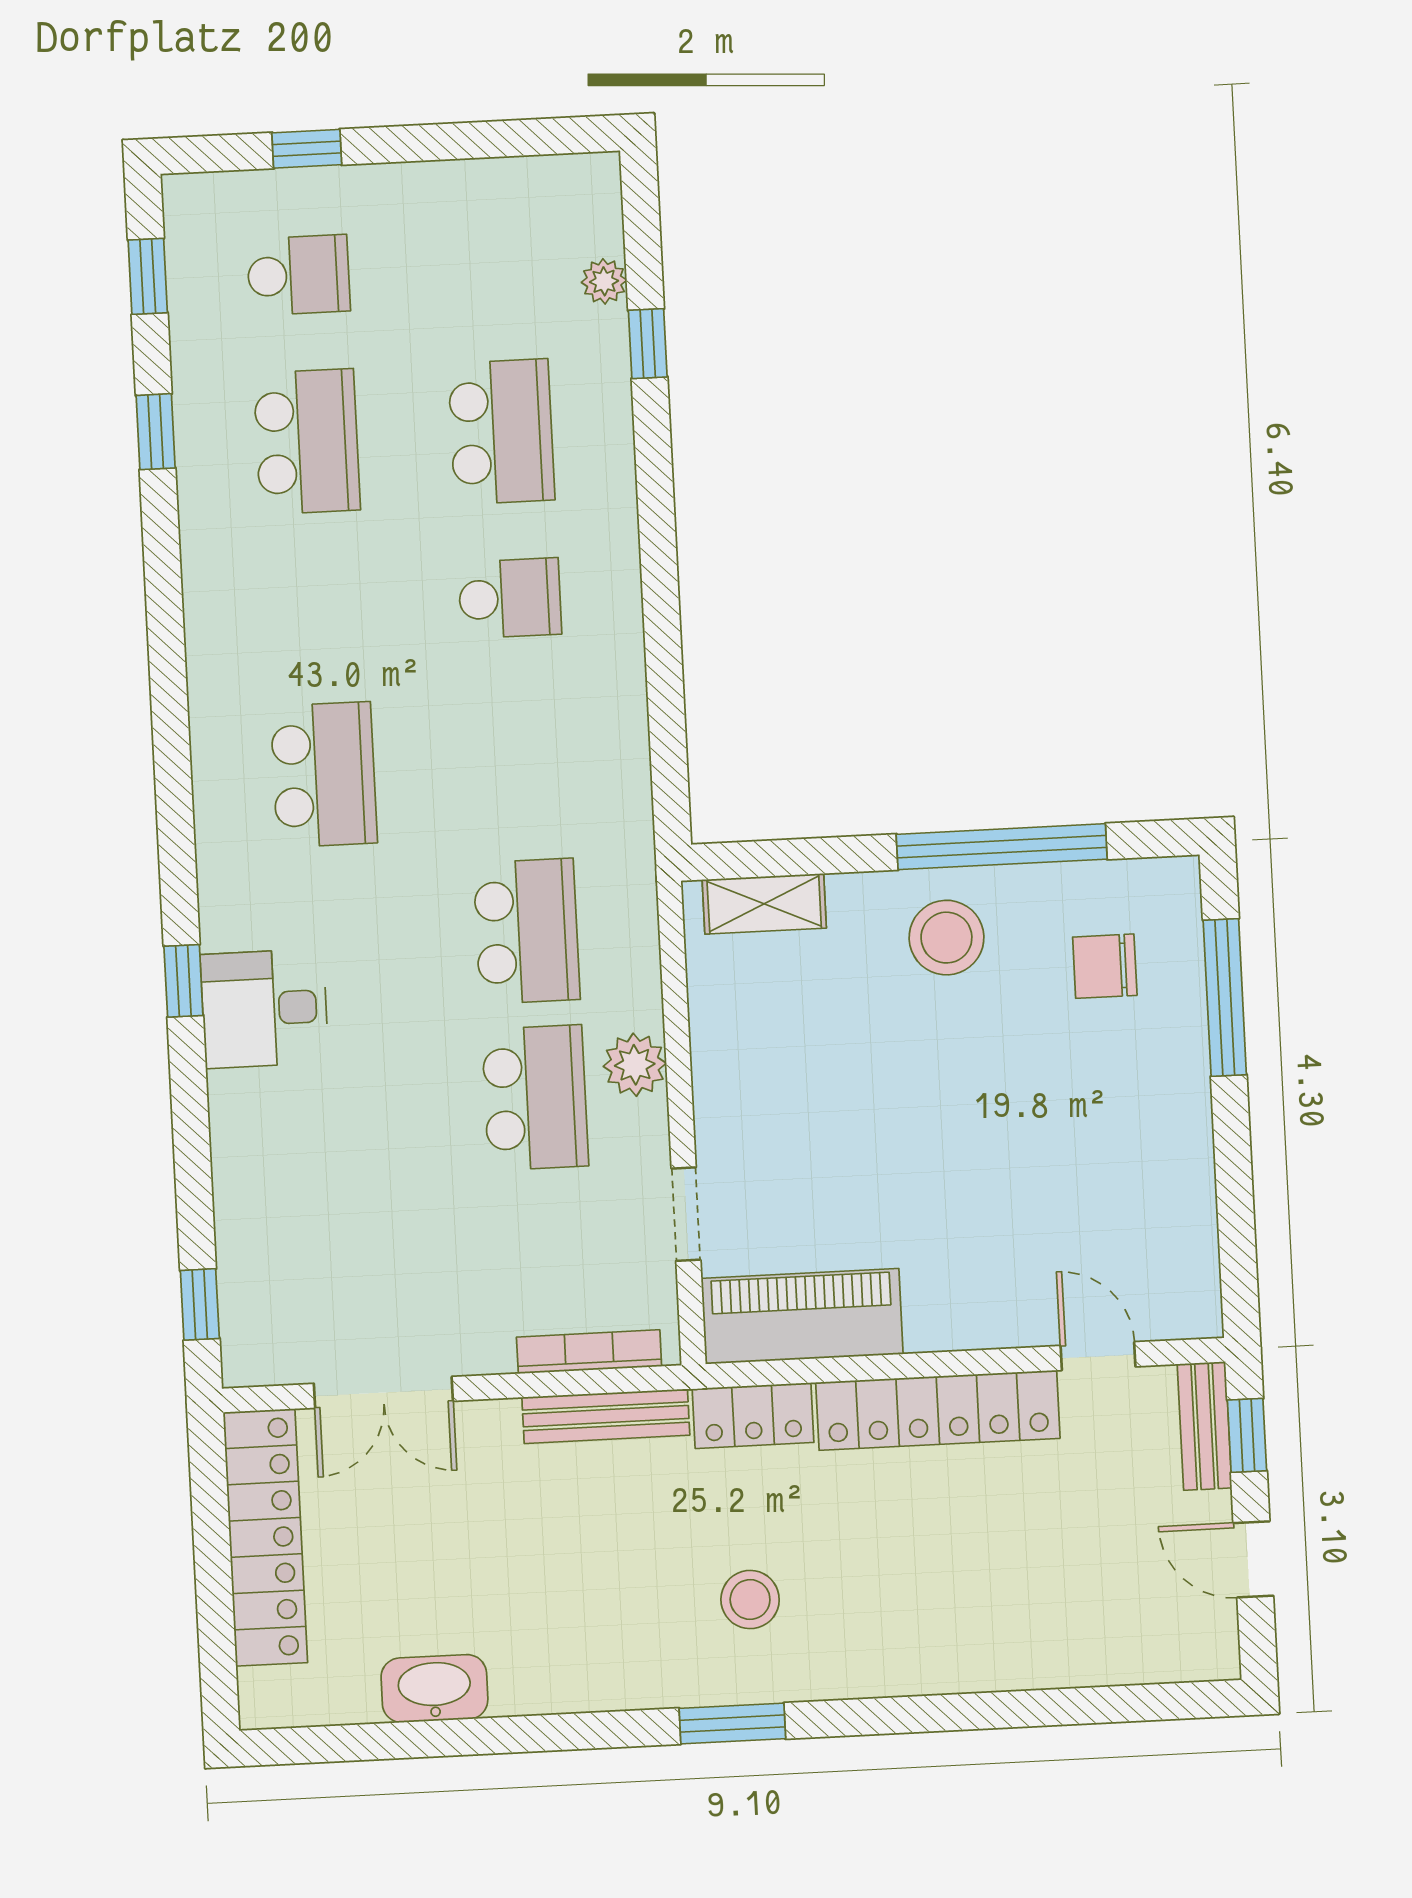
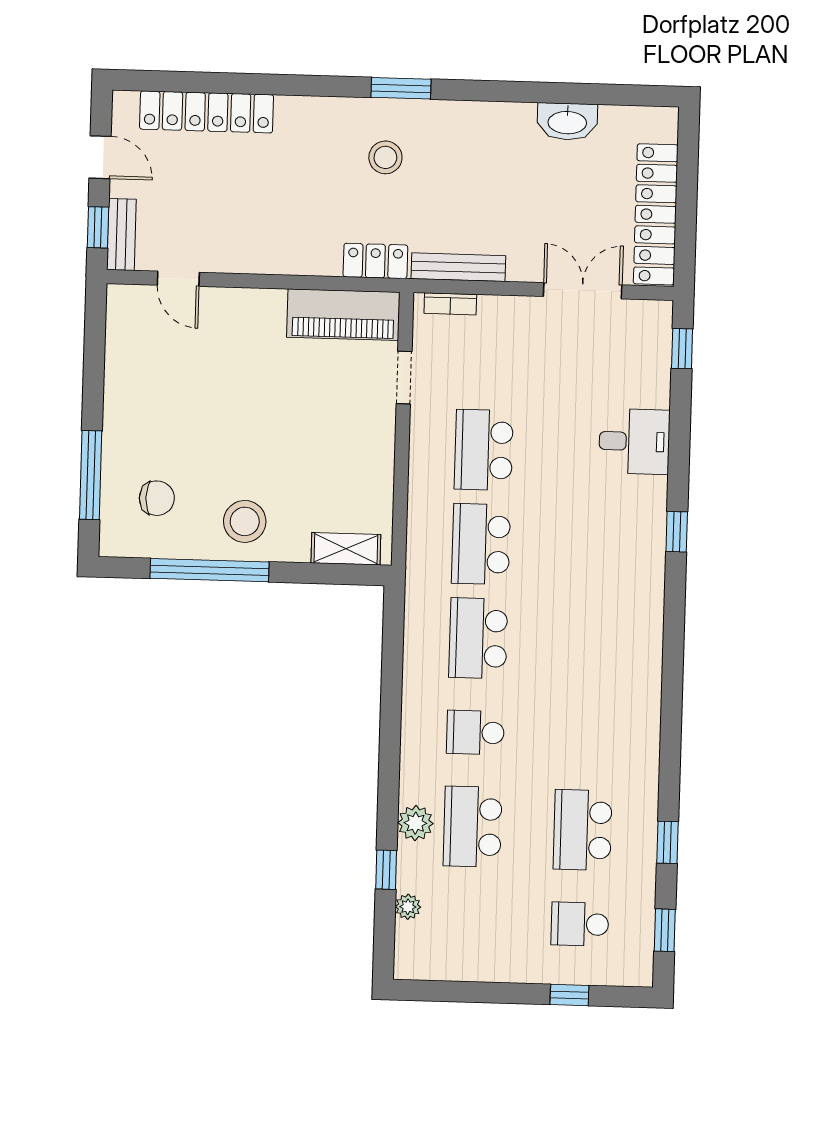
school desk: (324, 775) -> (478, 638), moved
desk: (264, 1009) -> (634, 441), moved
plant: (635, 1065) -> (415, 823), moved
bookcase: (589, 1352) -> (450, 304), width x0.64
locker: (938, 1410) -> (207, 112), moved, turned 180

